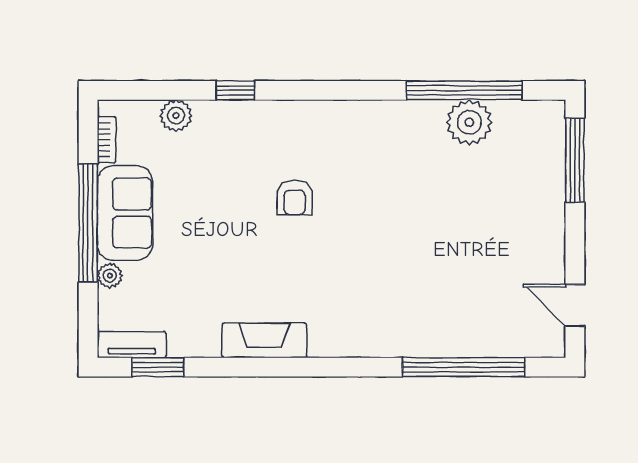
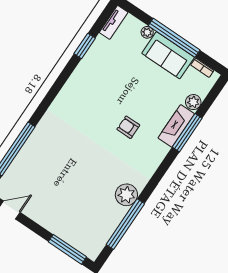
window: (235, 90) -> (187, 133), width x2.17
plant: (469, 122) -> (126, 195), moved
fireplace: (264, 340) -> (176, 126), moved, turned 180
window: (158, 367) -> (85, 46), moved

